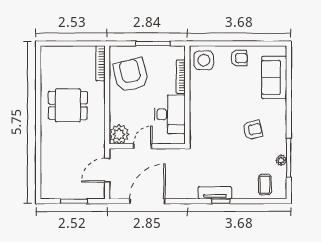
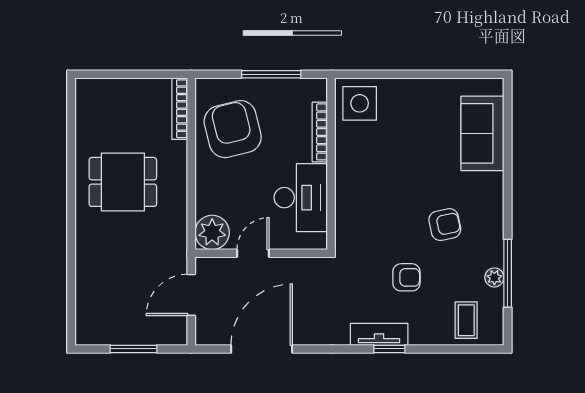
armchair: (239, 58) -> (406, 277), moved

